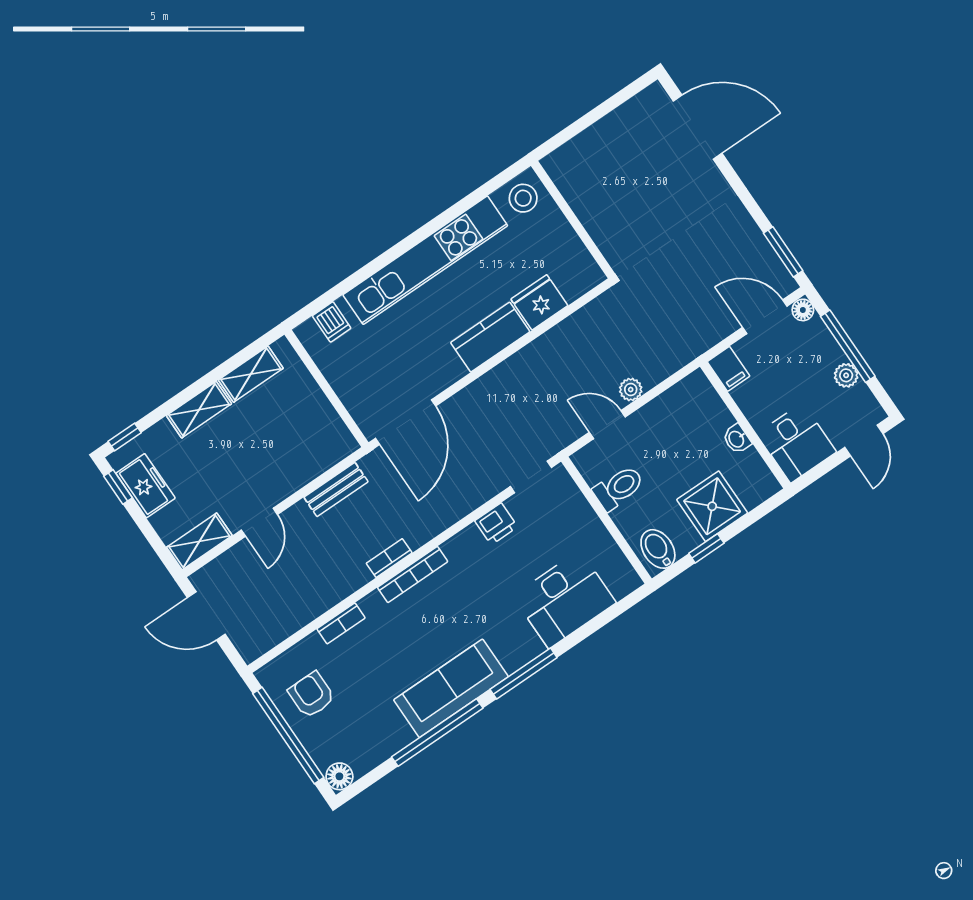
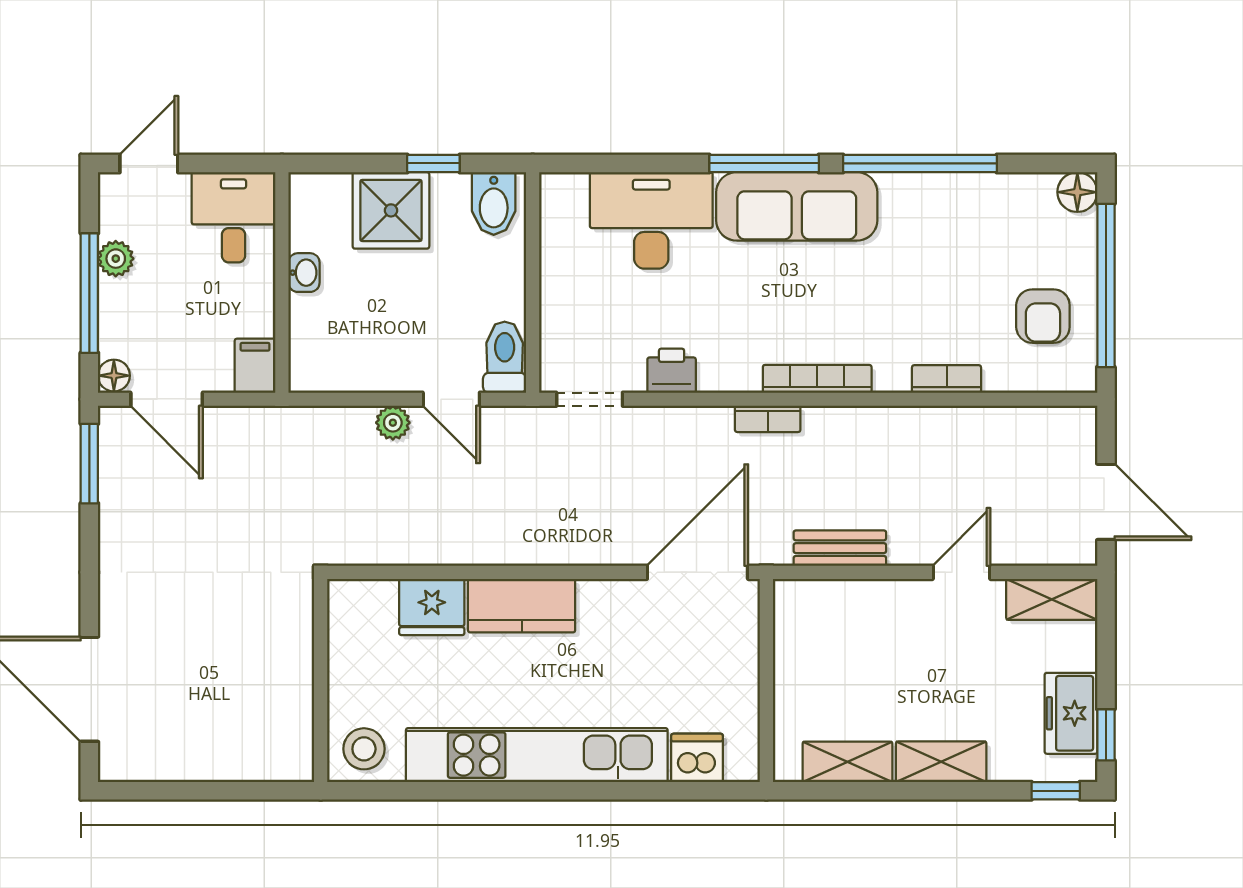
dishwasher: (332, 322) -> (697, 758), width x1.38
toilet: (619, 488) -> (505, 357), moved, turned 90
bookcase: (389, 558) -> (768, 419), moved
sofa: (451, 688) -> (797, 206), moved

